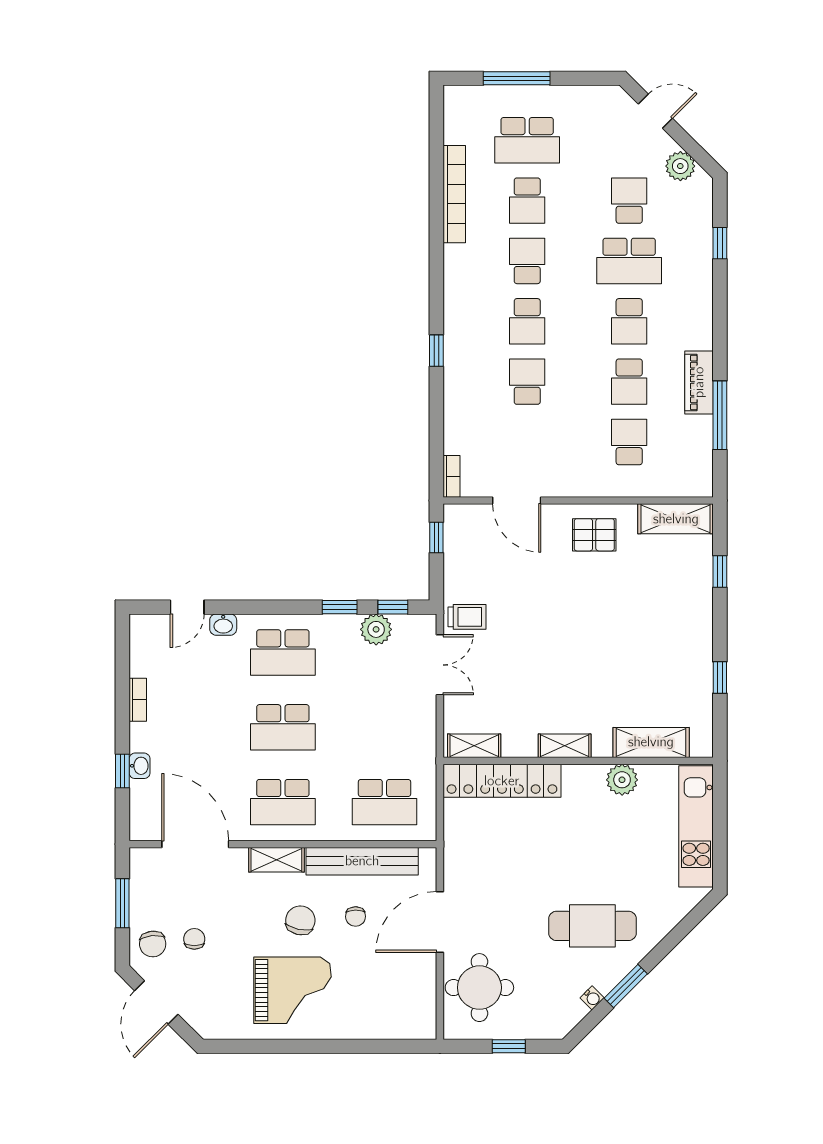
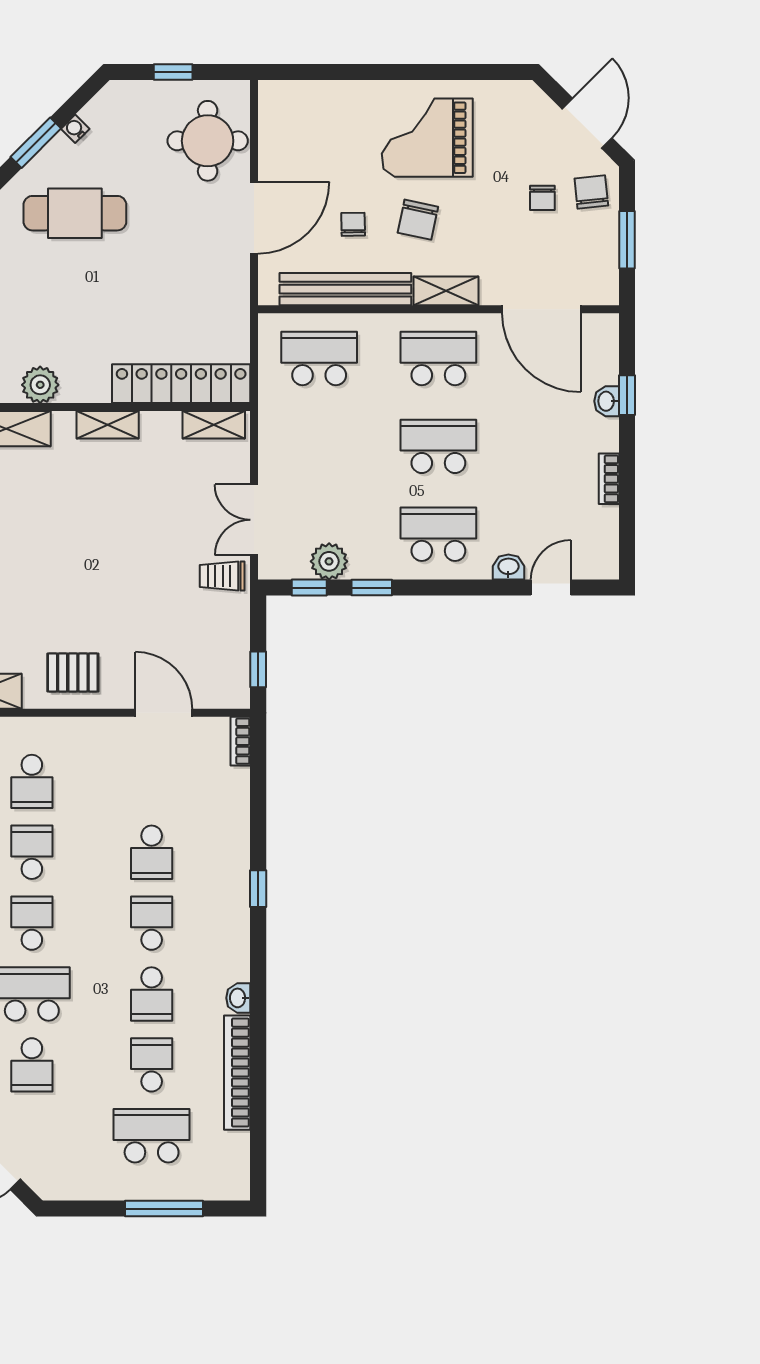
washbasin: (453, 258) -> (238, 998), added

